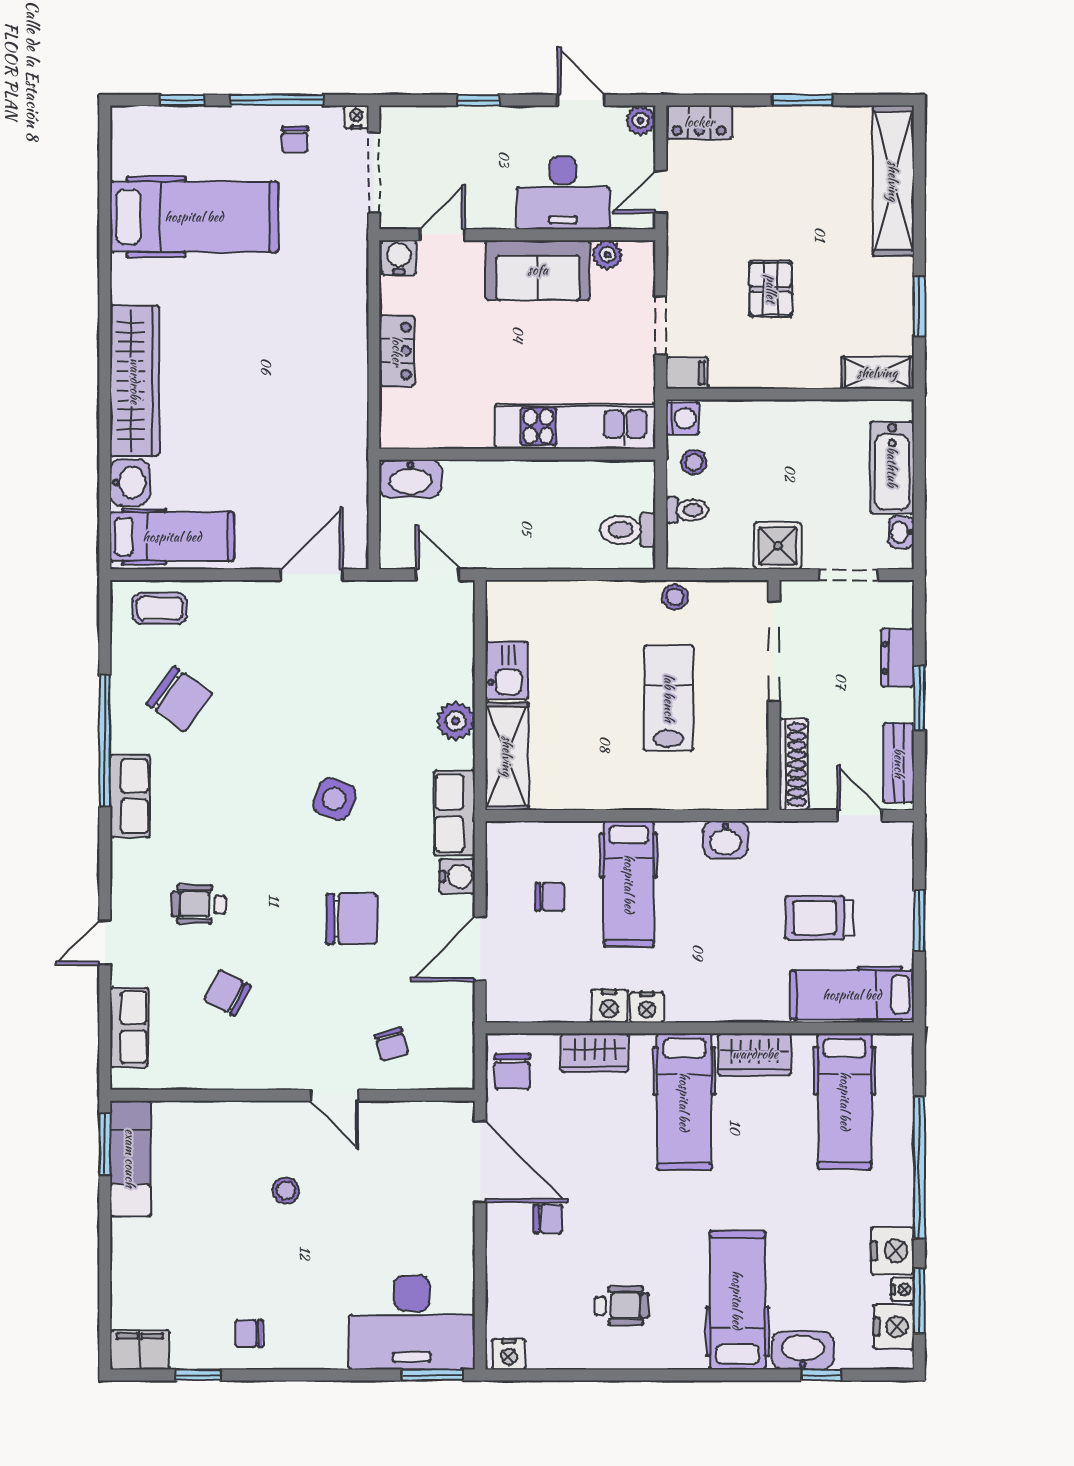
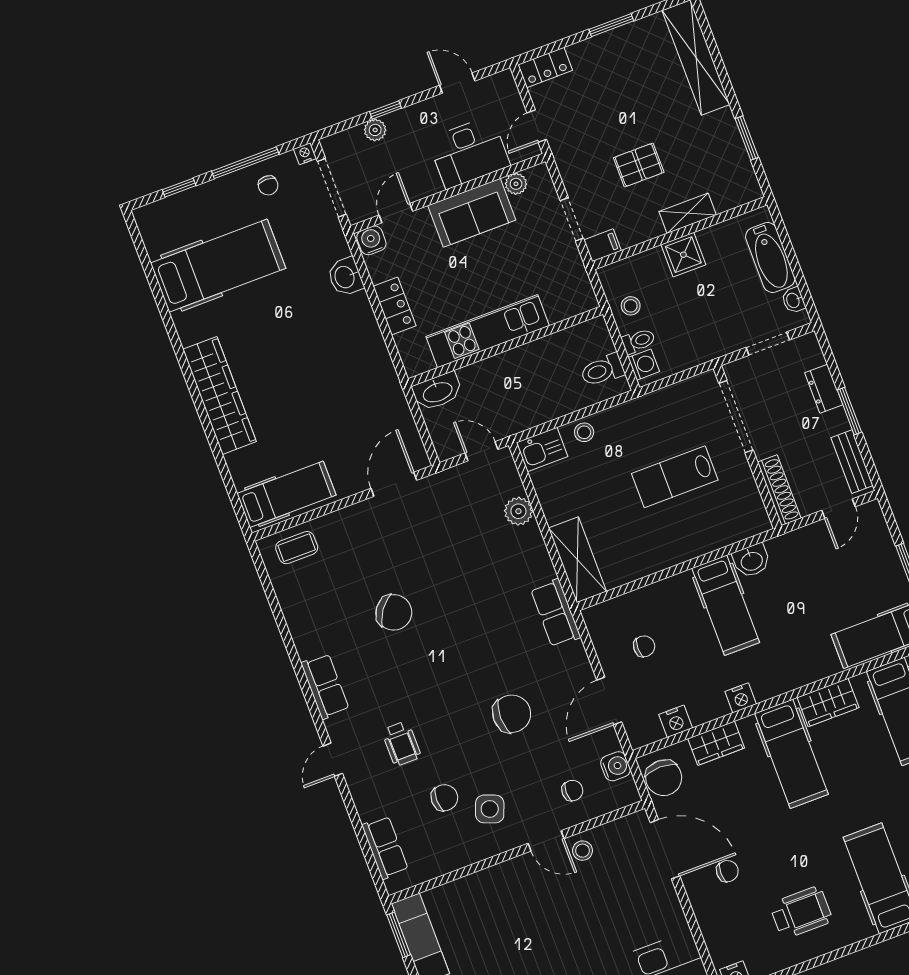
plant: (641, 120) -> (375, 130), moved
pallet: (771, 289) -> (639, 165), turned 90
shelving: (877, 373) -> (688, 213), moved
washing machine: (683, 418) -> (644, 365), moved
kitchen unit: (575, 426) -> (488, 331), moved
washbasin: (130, 482) -> (345, 277), moved, turned 180
shower: (778, 546) -> (683, 255), moved
stool: (675, 597) -> (584, 432), moved
kitchen sink: (507, 671) -> (542, 450), moved, turned 90
lab bench: (669, 698) -> (675, 477), turned -90
chair: (179, 699) -> (394, 612), moved
plant: (456, 721) -> (518, 511), moved
window: (105, 741) -> (293, 654), removed
side table: (334, 799) -> (490, 809), moved
door: (859, 815) -> (839, 509), swing flipped
water cooler: (457, 876) -> (616, 766), moved
hospital bed: (629, 884) -> (726, 605), moved
wheelchair: (199, 904) -> (401, 744), turned -91
trolley: (819, 918) -> (837, 590), removed
door: (105, 943) -> (333, 760), moved
chair: (227, 993) -> (444, 798), turned 152
nightstand: (609, 1006) -> (676, 721), moved
chair: (391, 1044) -> (572, 791), turned -74
chair: (512, 1071) -> (664, 778), width x1.37, depth x1.37
stool: (286, 1190) -> (582, 851), moved
wheelchair: (621, 1306) -> (801, 912), width x1.36, depth x1.37

